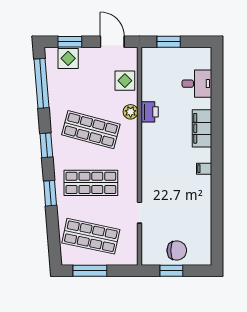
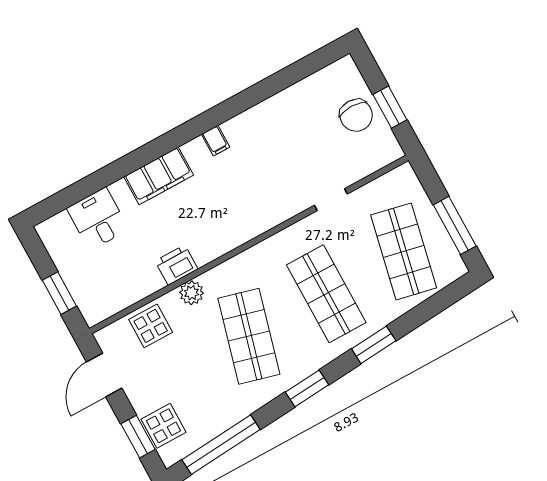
chair: (177, 250) -> (356, 115), turned 180

